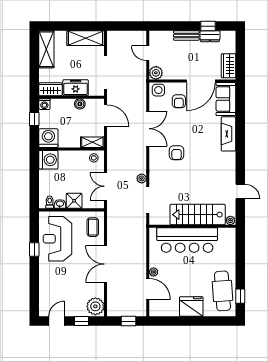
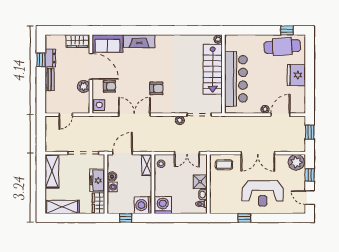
plant: (156, 73) -> (84, 86), moved
washing machine: (44, 104) -> (112, 187), moved
door: (240, 192) -> (192, 30), removed
reception desk: (57, 239) -> (263, 193), moved

